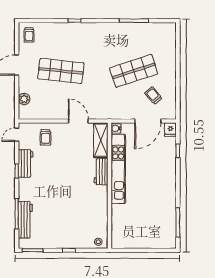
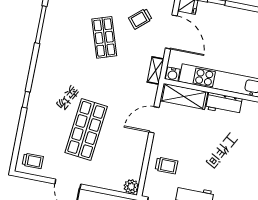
shop shelf: (134, 71) -> (104, 37), width x0.70, depth x0.74
plant: (24, 99) -> (131, 187), moved
shelving: (116, 115) -> (155, 71), added

